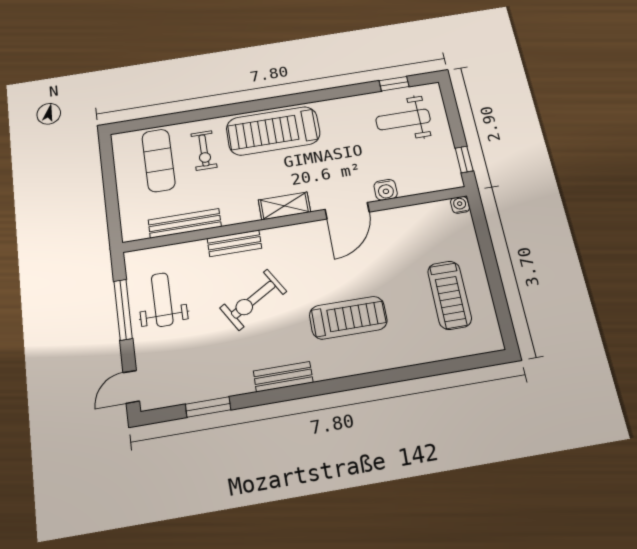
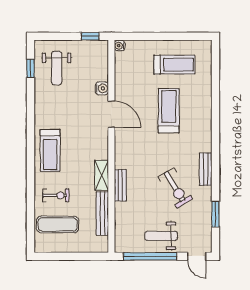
treadmill: (273, 131) -> (50, 150), width x0.73, depth x0.73
shelving: (284, 206) -> (102, 175), moved
weight bench: (162, 300) -> (161, 236), moved
exercise bike: (253, 300) -> (175, 188), moved
window: (123, 310) -> (150, 256), width x1.46
treadmill: (348, 318) -> (169, 111), moved

